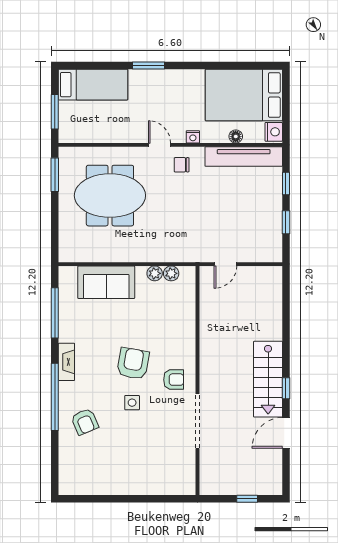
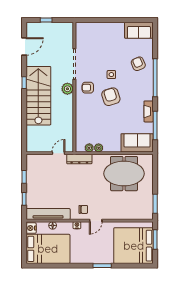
bed: (93, 85) -> (134, 246), width x2.04
door: (160, 145) -> (96, 221), hinge flipped
meeting table: (110, 196) -> (124, 174), moved
dresser: (189, 254) -> (79, 159), added
sofa: (106, 282) -> (137, 143), moved
fireplace: (66, 362) -> (149, 111), moved
armchair: (133, 364) -> (111, 97), turned 152
plant: (210, 378) -> (67, 89), added
stairs: (268, 379) -> (38, 96), width x1.36, depth x1.51
door: (286, 433) -> (24, 46), moved
sofa: (83, 481) -> (139, 30), added

